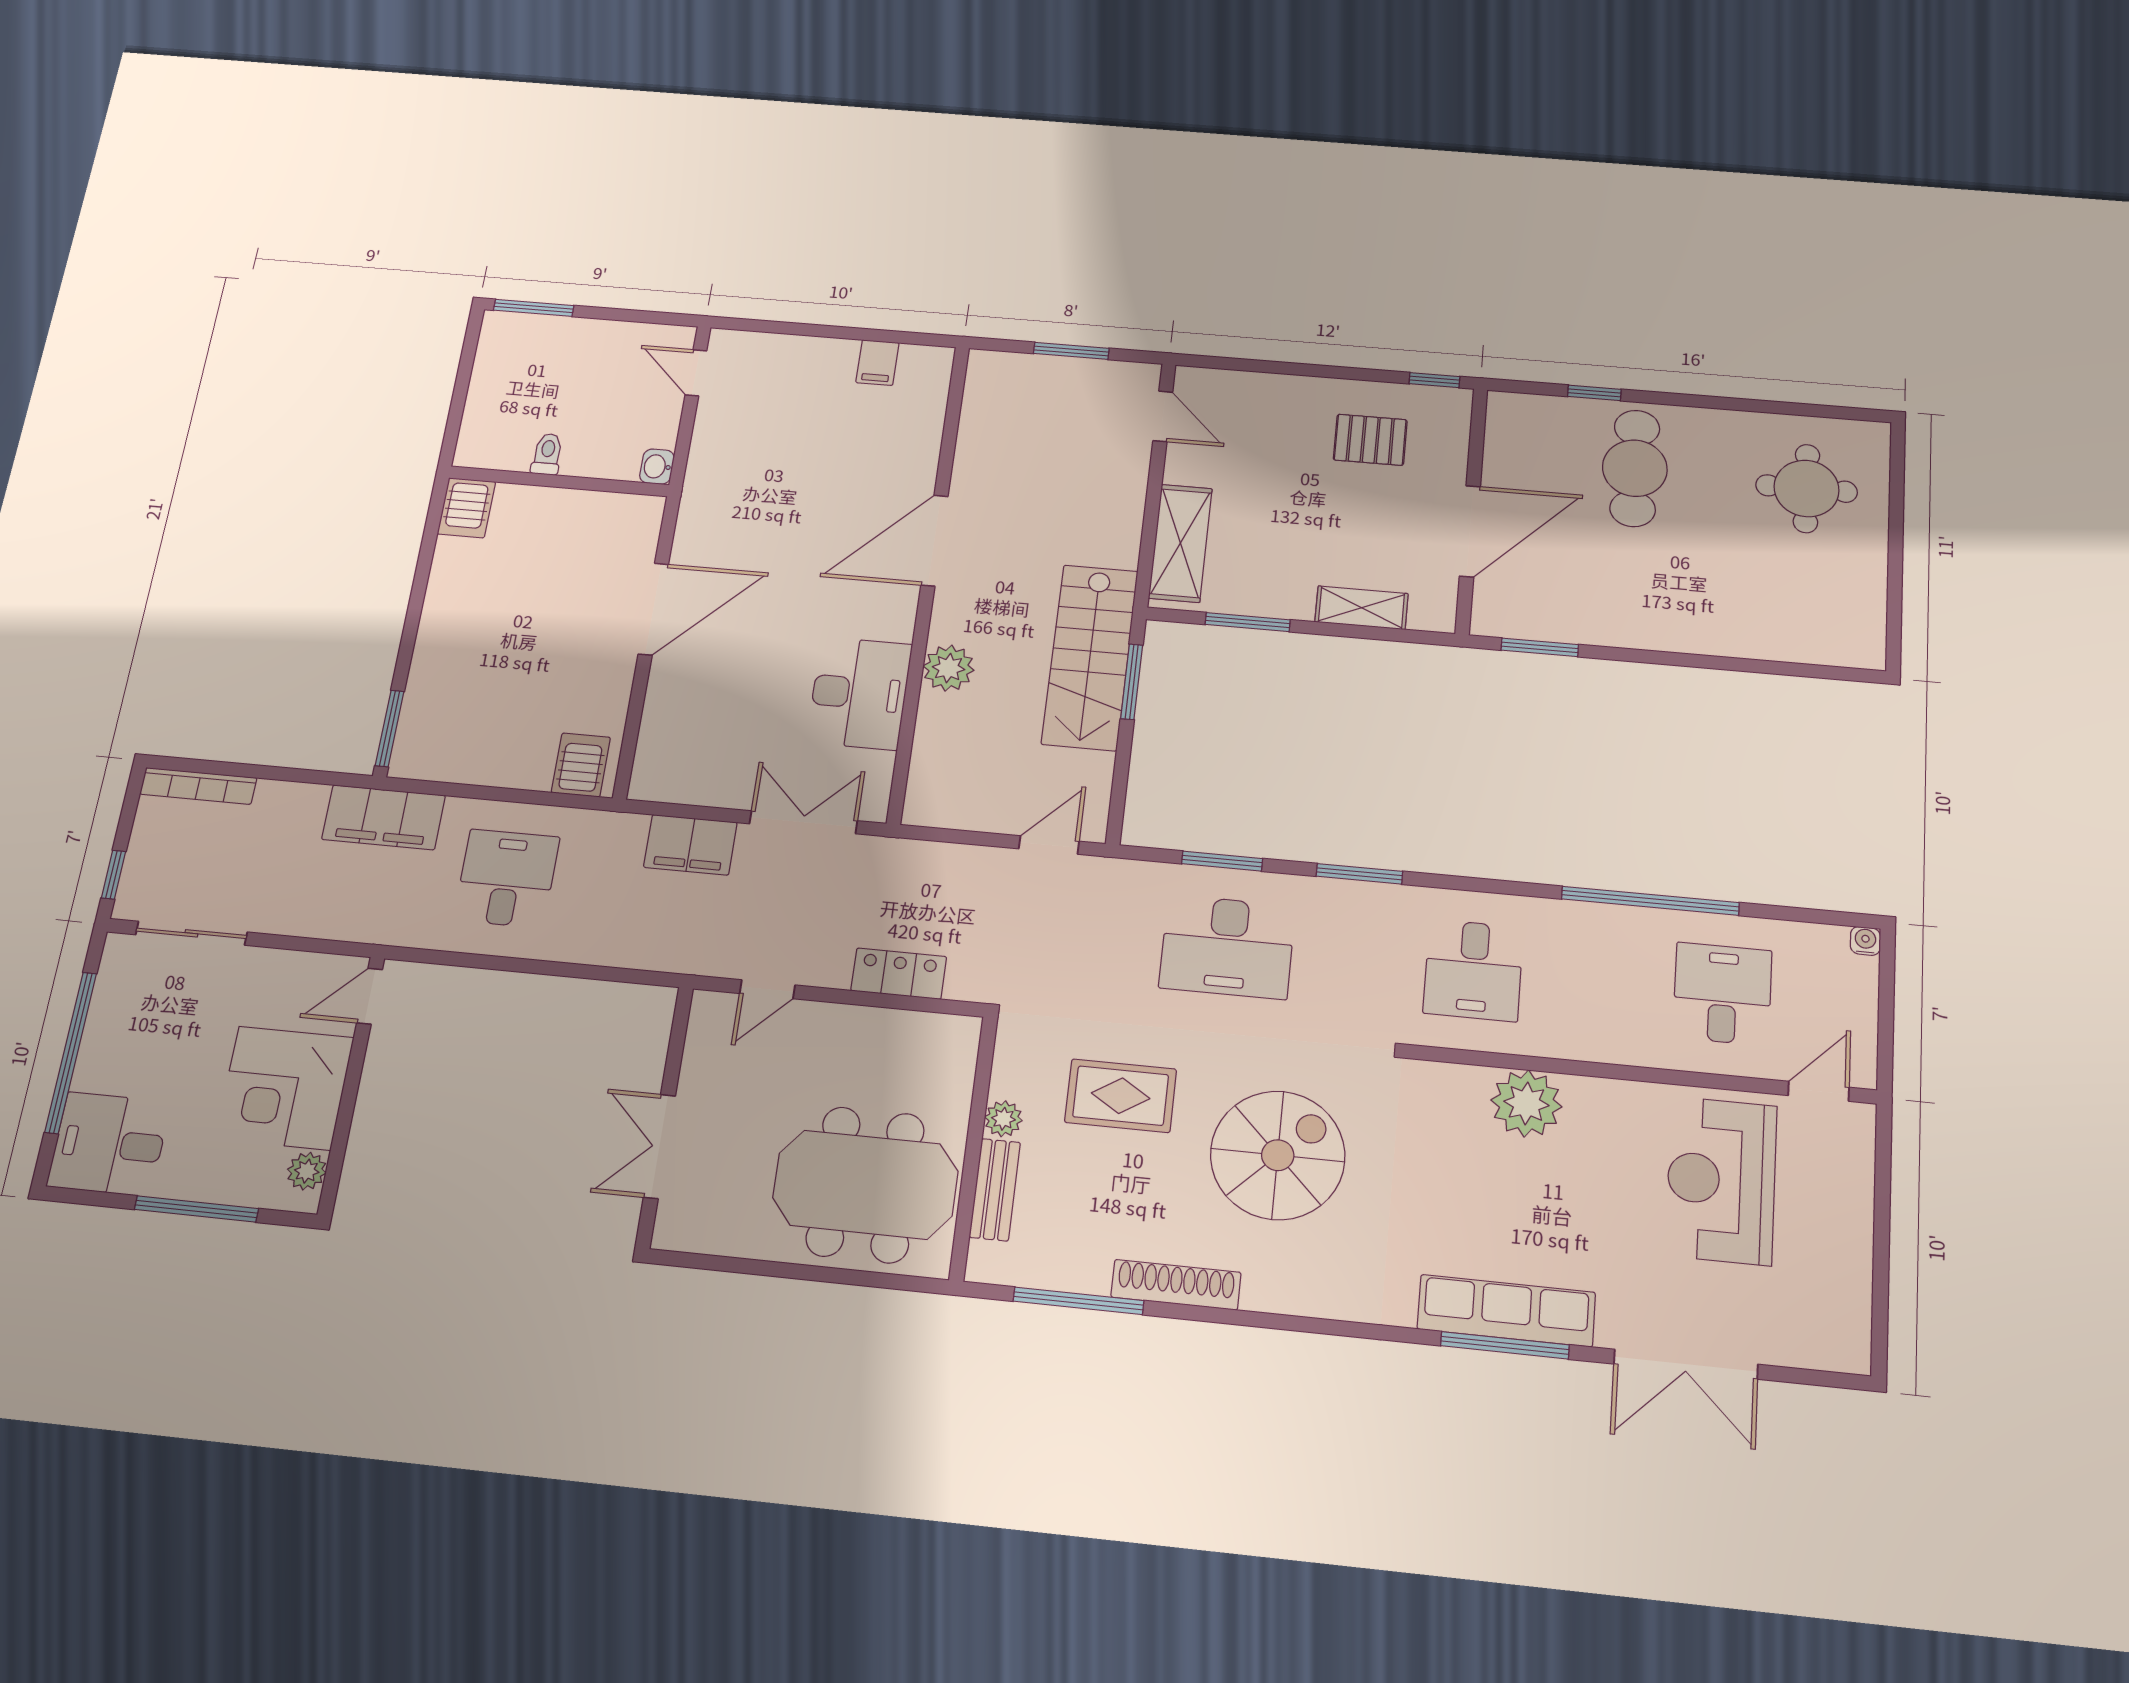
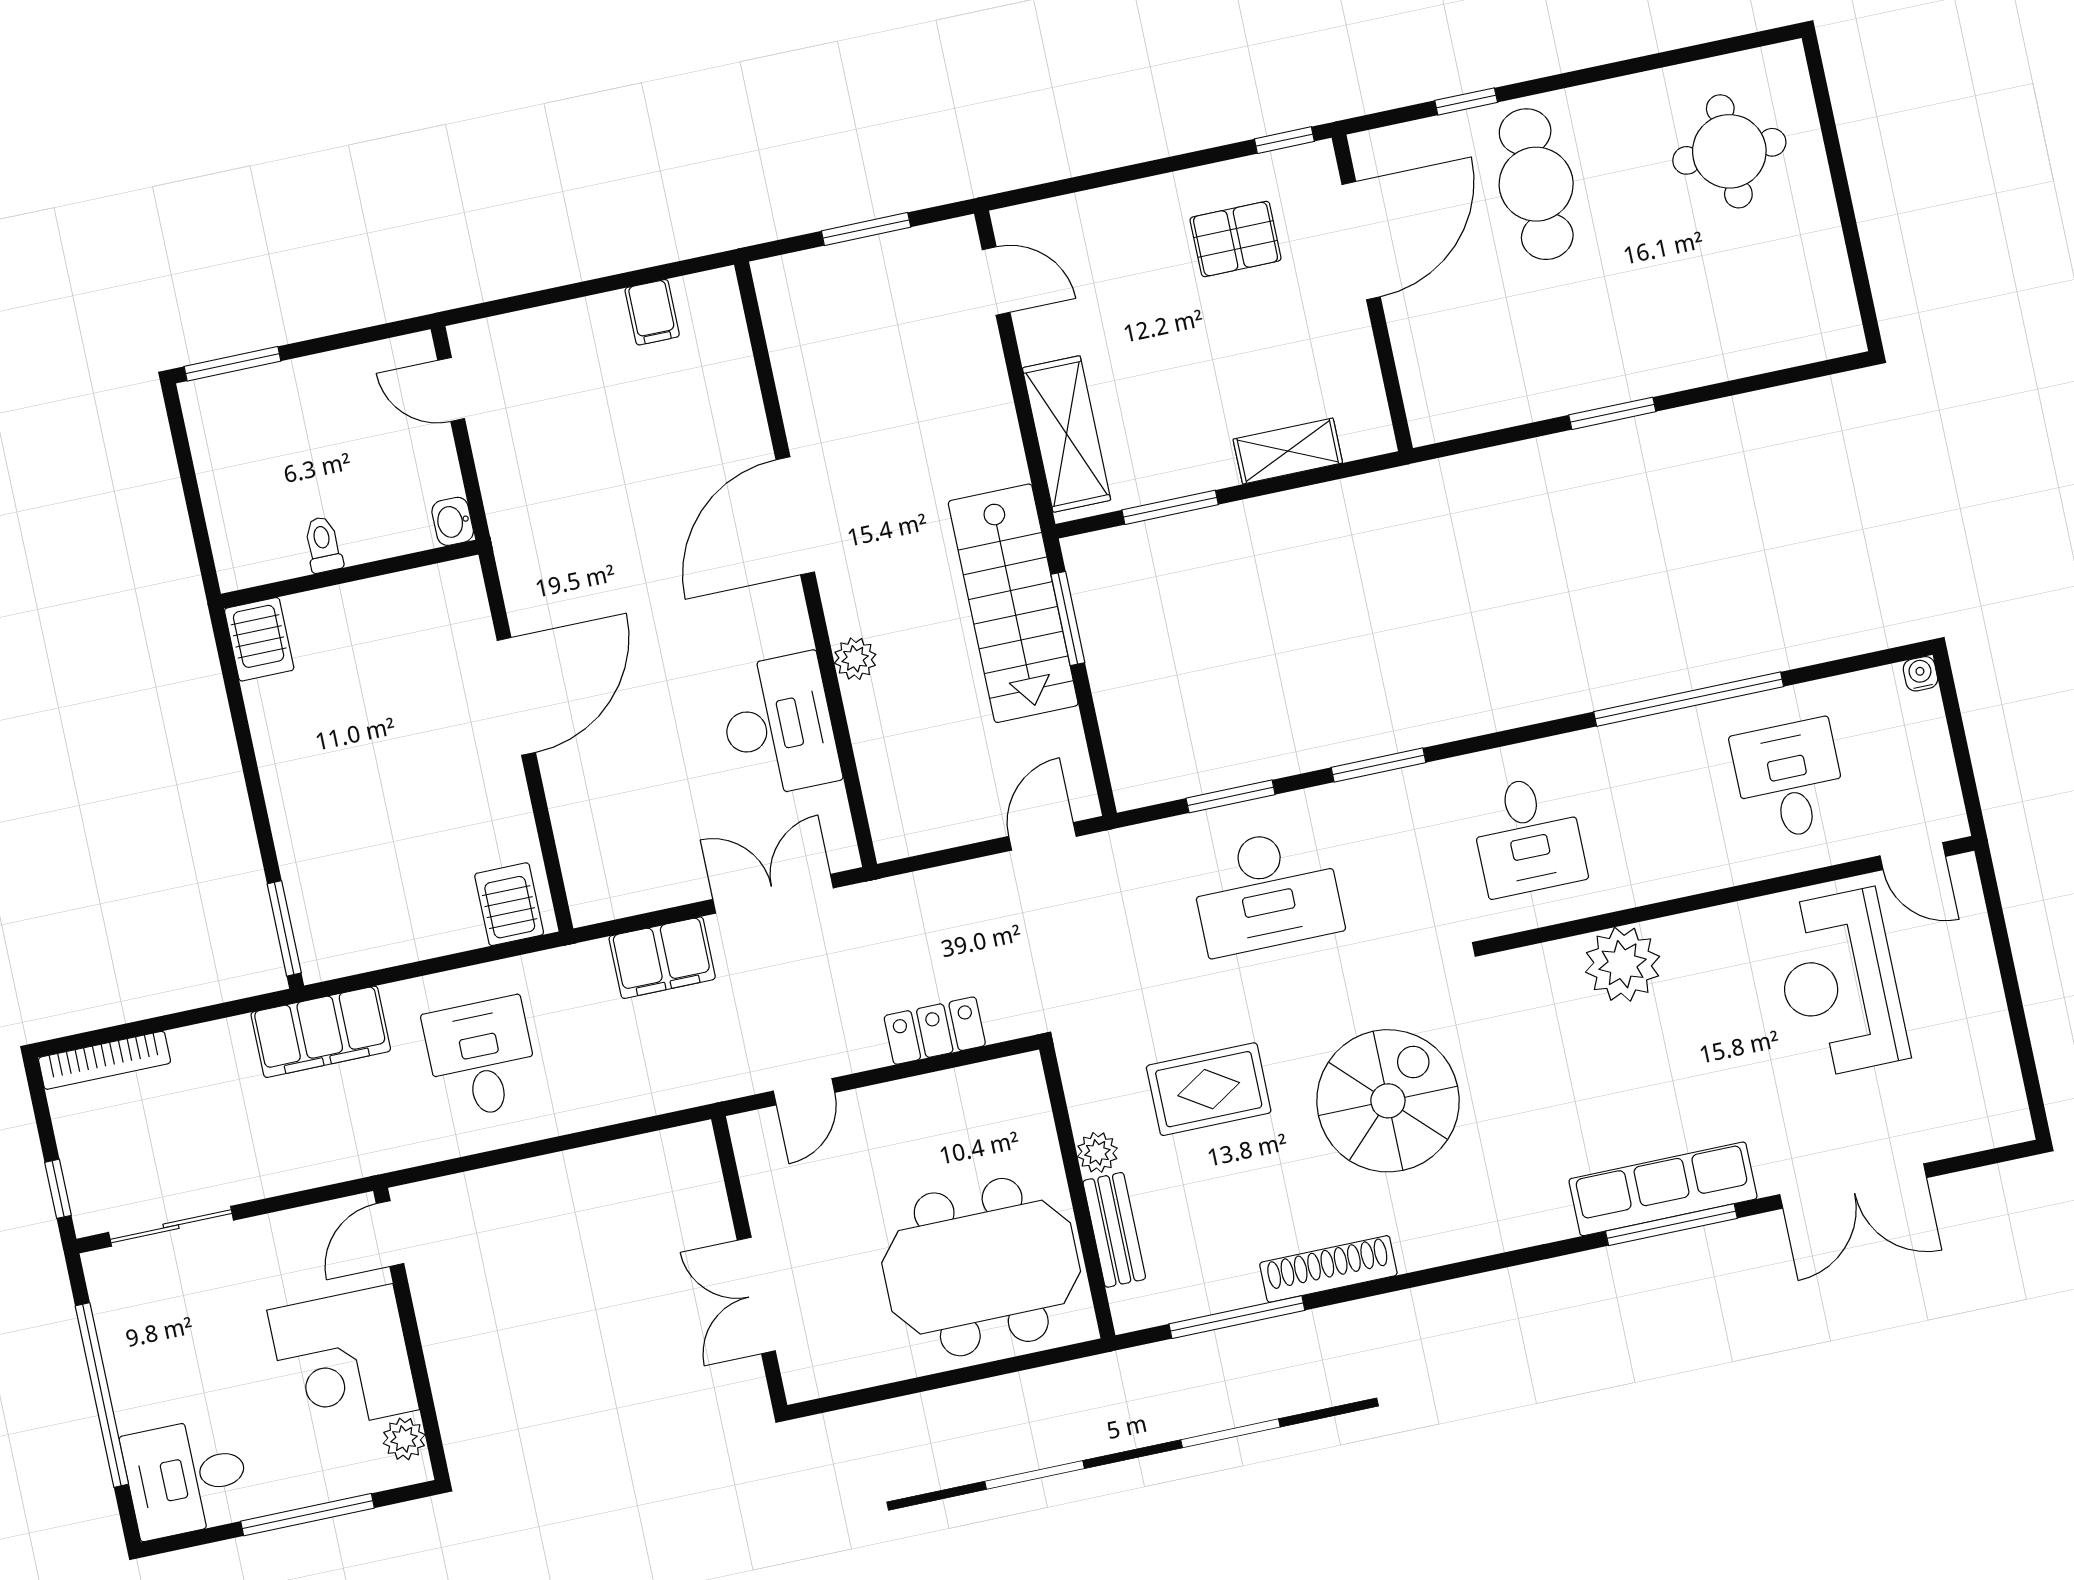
door: (1470, 531) -> (1361, 241), moved
window: (1540, 647) -> (1612, 413), moved
plant: (949, 668) -> (855, 659), width x0.73, depth x0.73
door: (1819, 1091) -> (1913, 856), swing flipped

